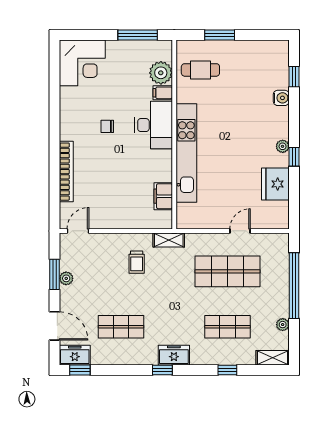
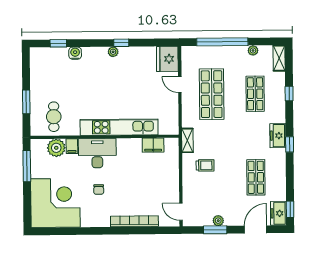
corner desk: (82, 63) -> (55, 203), width x1.36, depth x1.36
fridge: (275, 184) -> (167, 59), moved, turned 90

